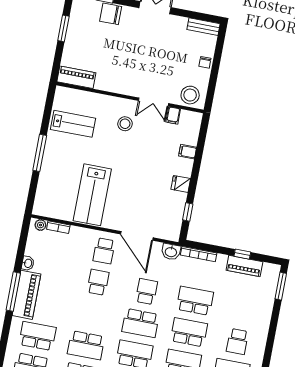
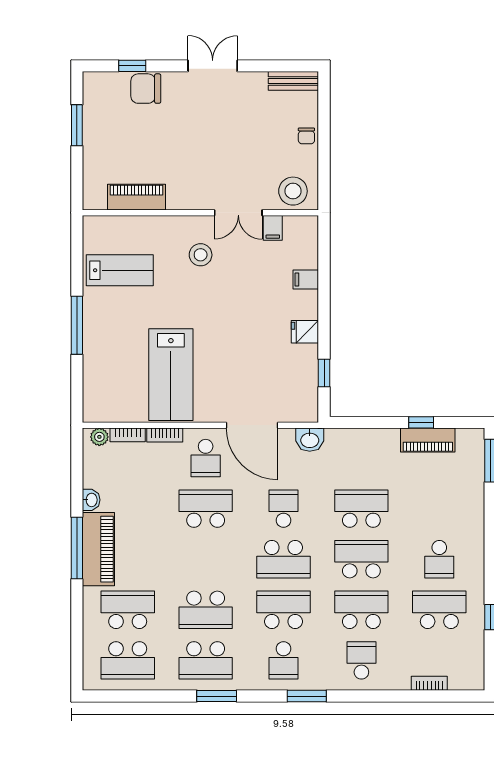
piano: (76, 77) -> (137, 197), moved
bookcase: (199, 254) -> (165, 435), moved, width x0.64
school desk: (98, 282) -> (206, 509), width x1.85

